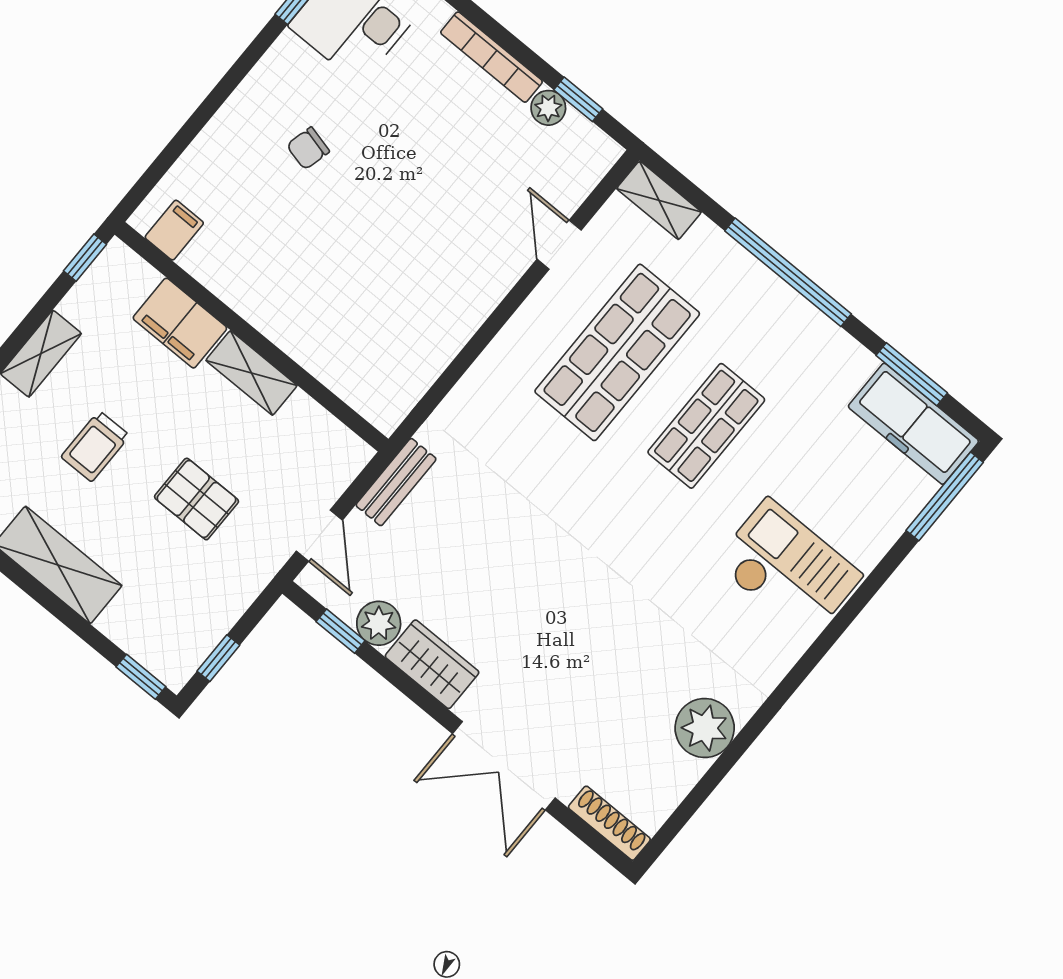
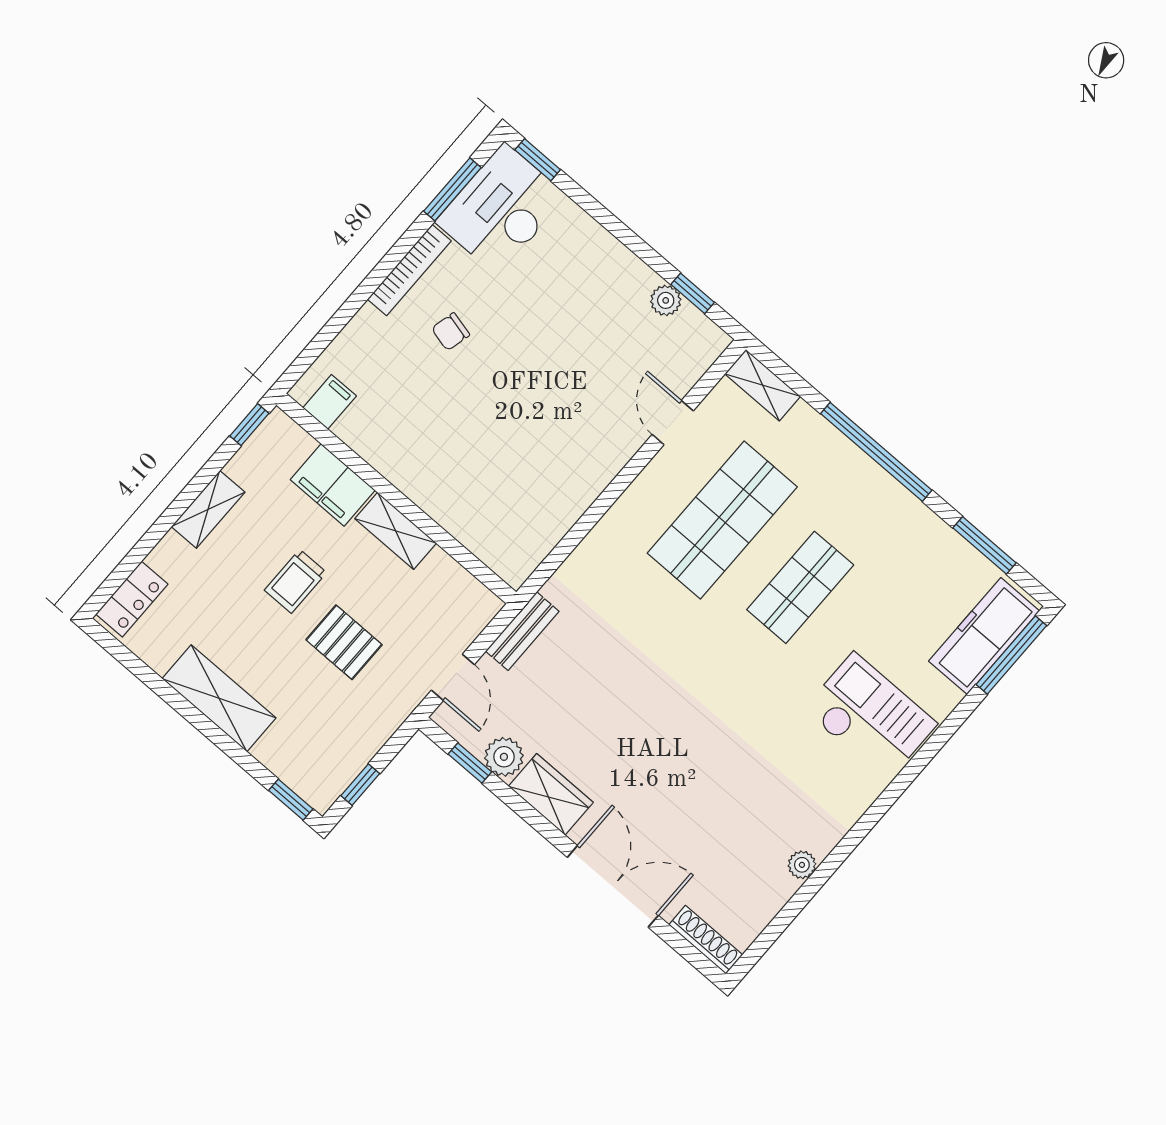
bookcase: (492, 57) -> (409, 270), moved, turned -90
freezer: (913, 424) -> (984, 636), moved, turned 90
trolley: (95, 446) -> (295, 581), moved
plant: (705, 728) -> (802, 865), width x0.53, depth x0.53
double door: (504, 766) -> (613, 886), swing flipped

